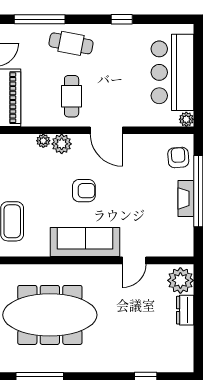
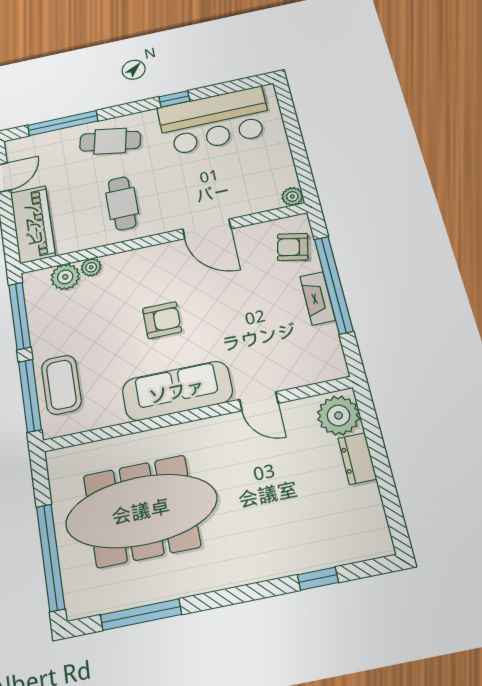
bar counter: (172, 72) -> (215, 121), moved, turned -90
door: (106, 130) -> (207, 229), moved
plant: (62, 144) -> (65, 277), moved
armchair: (178, 158) -> (293, 247), turned -74
door: (134, 260) -> (259, 401), hinge flipped

